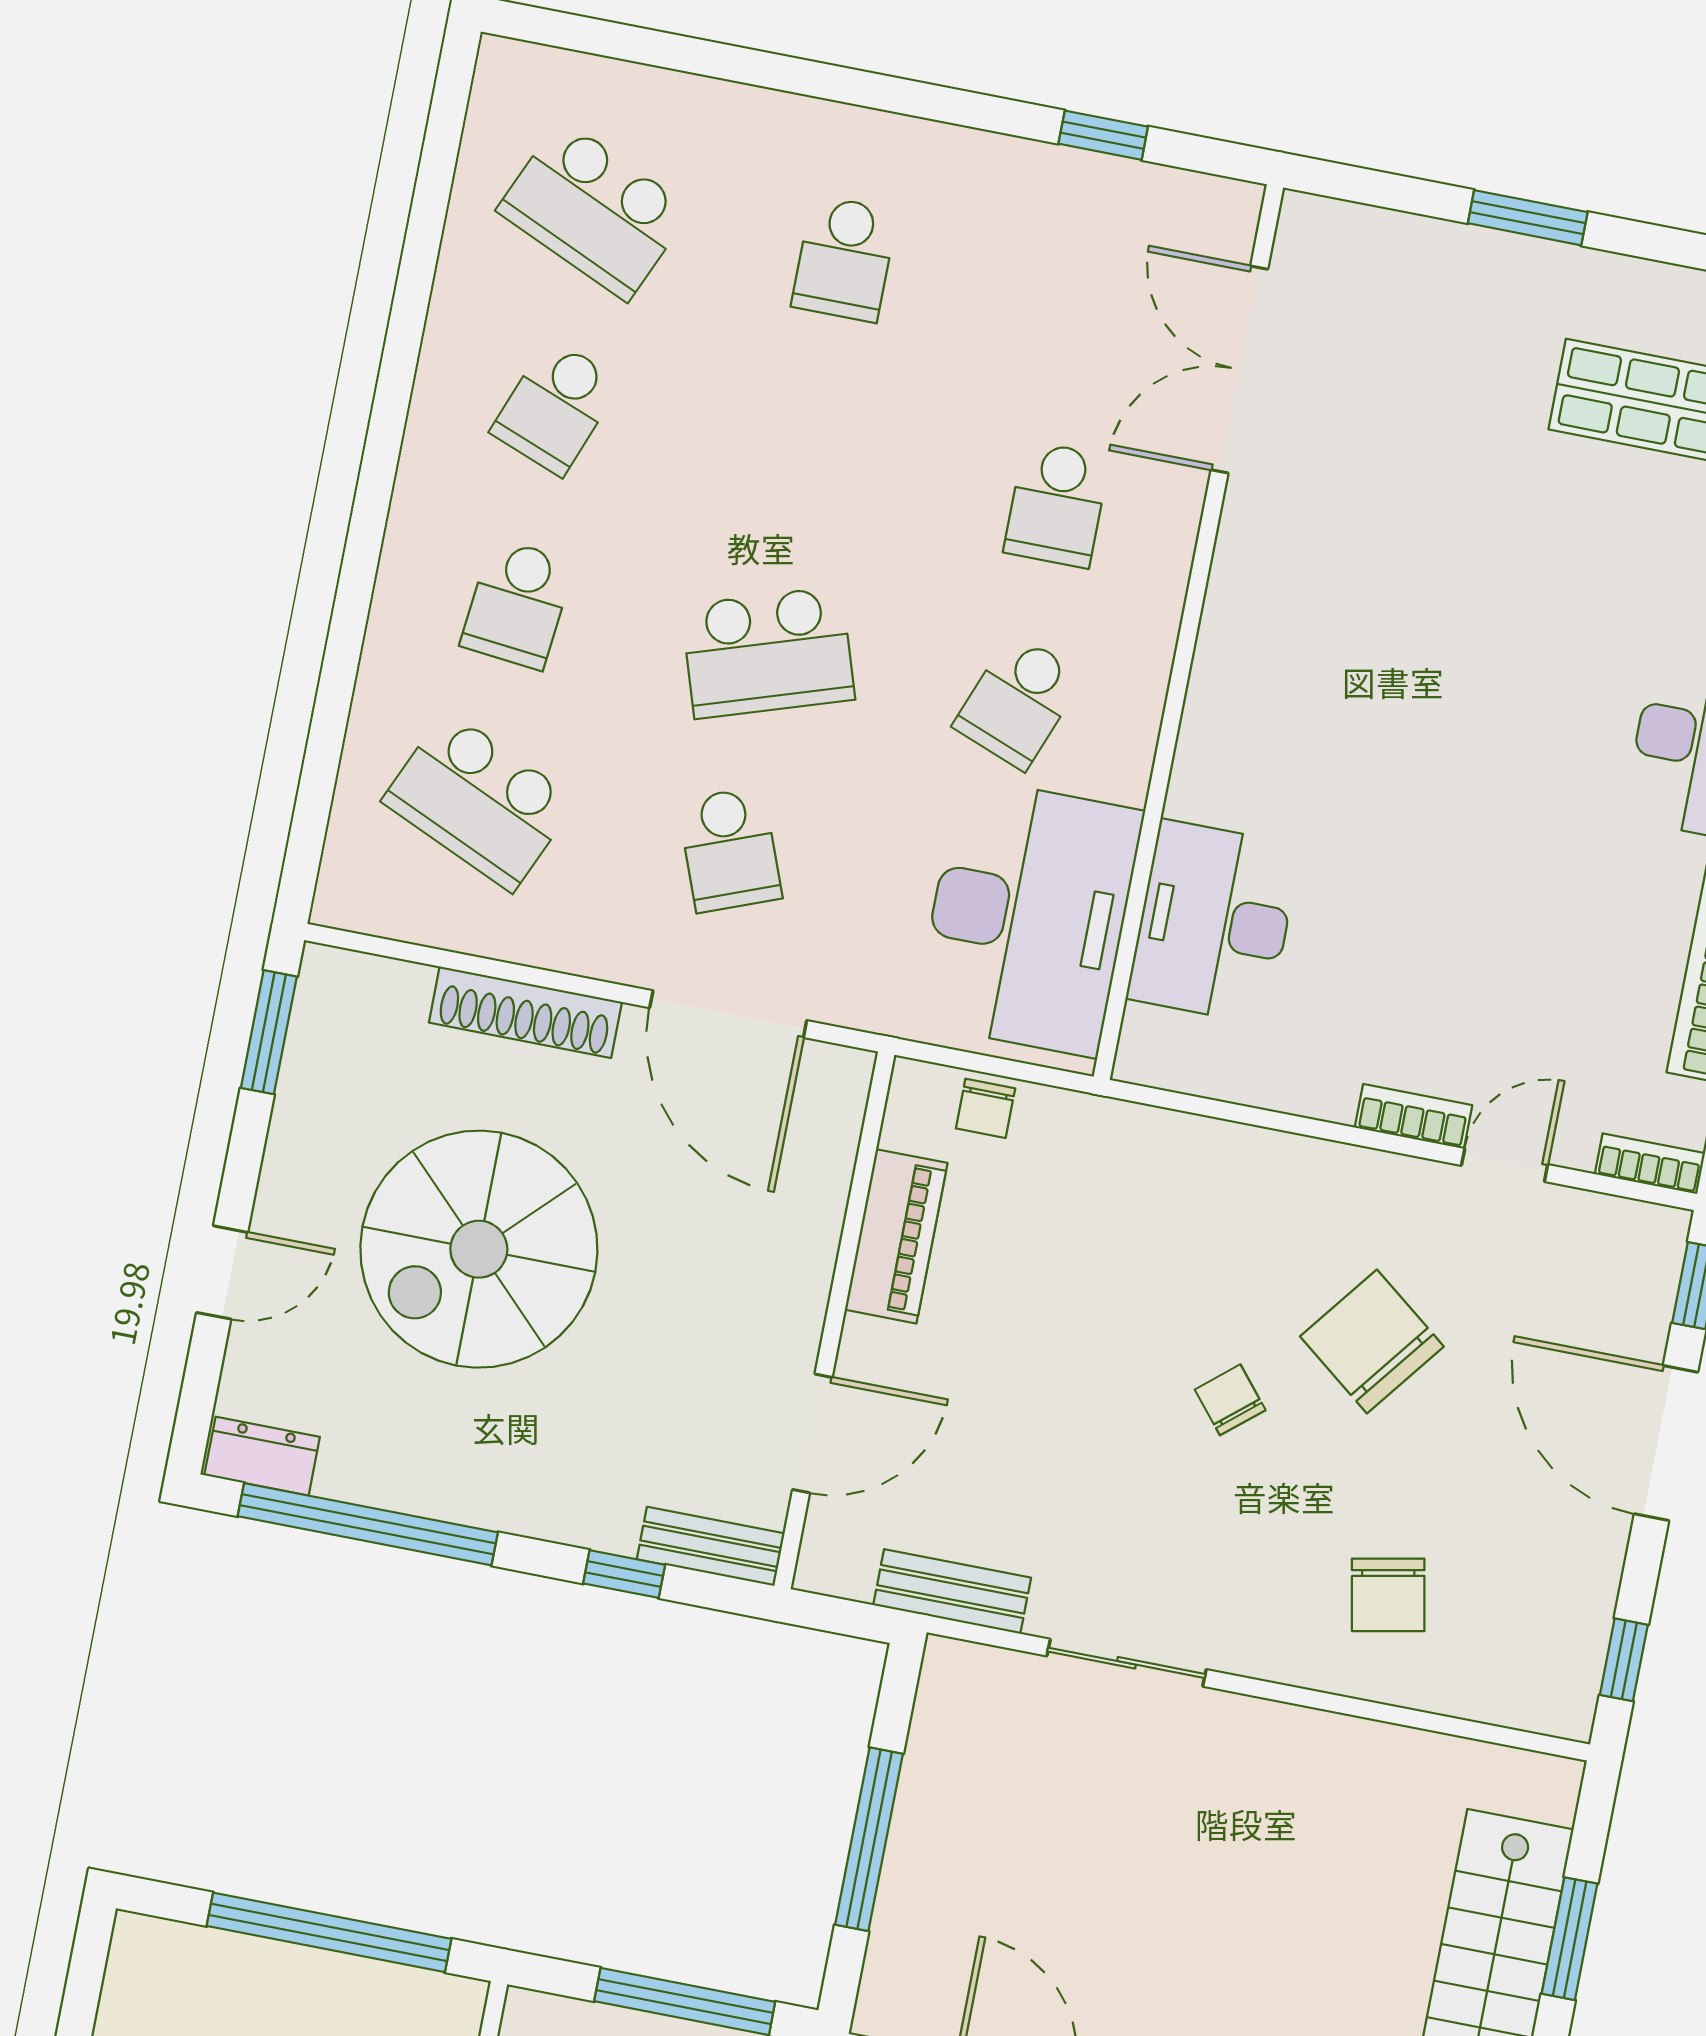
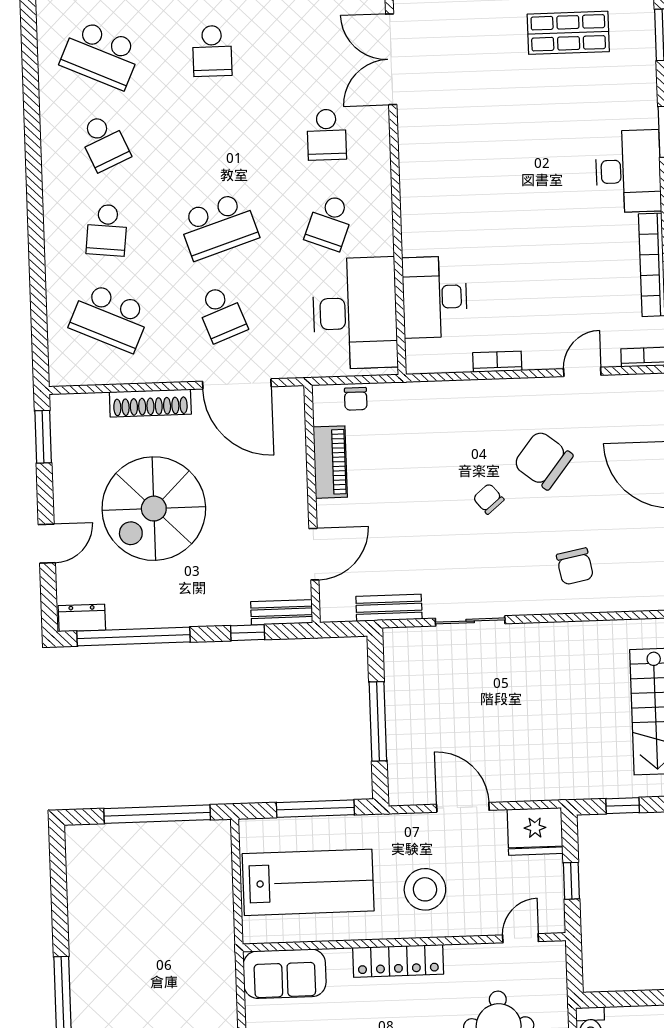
school desk: (556, 407) -> (104, 142), turned -45
bookcase: (1413, 1116) -> (497, 362), moved

